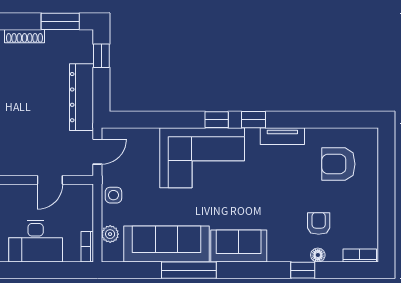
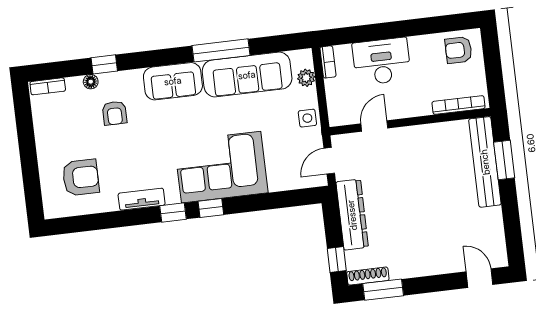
shoe rack: (25, 36) -> (368, 276), moved
armchair: (319, 223) -> (115, 113), moved

